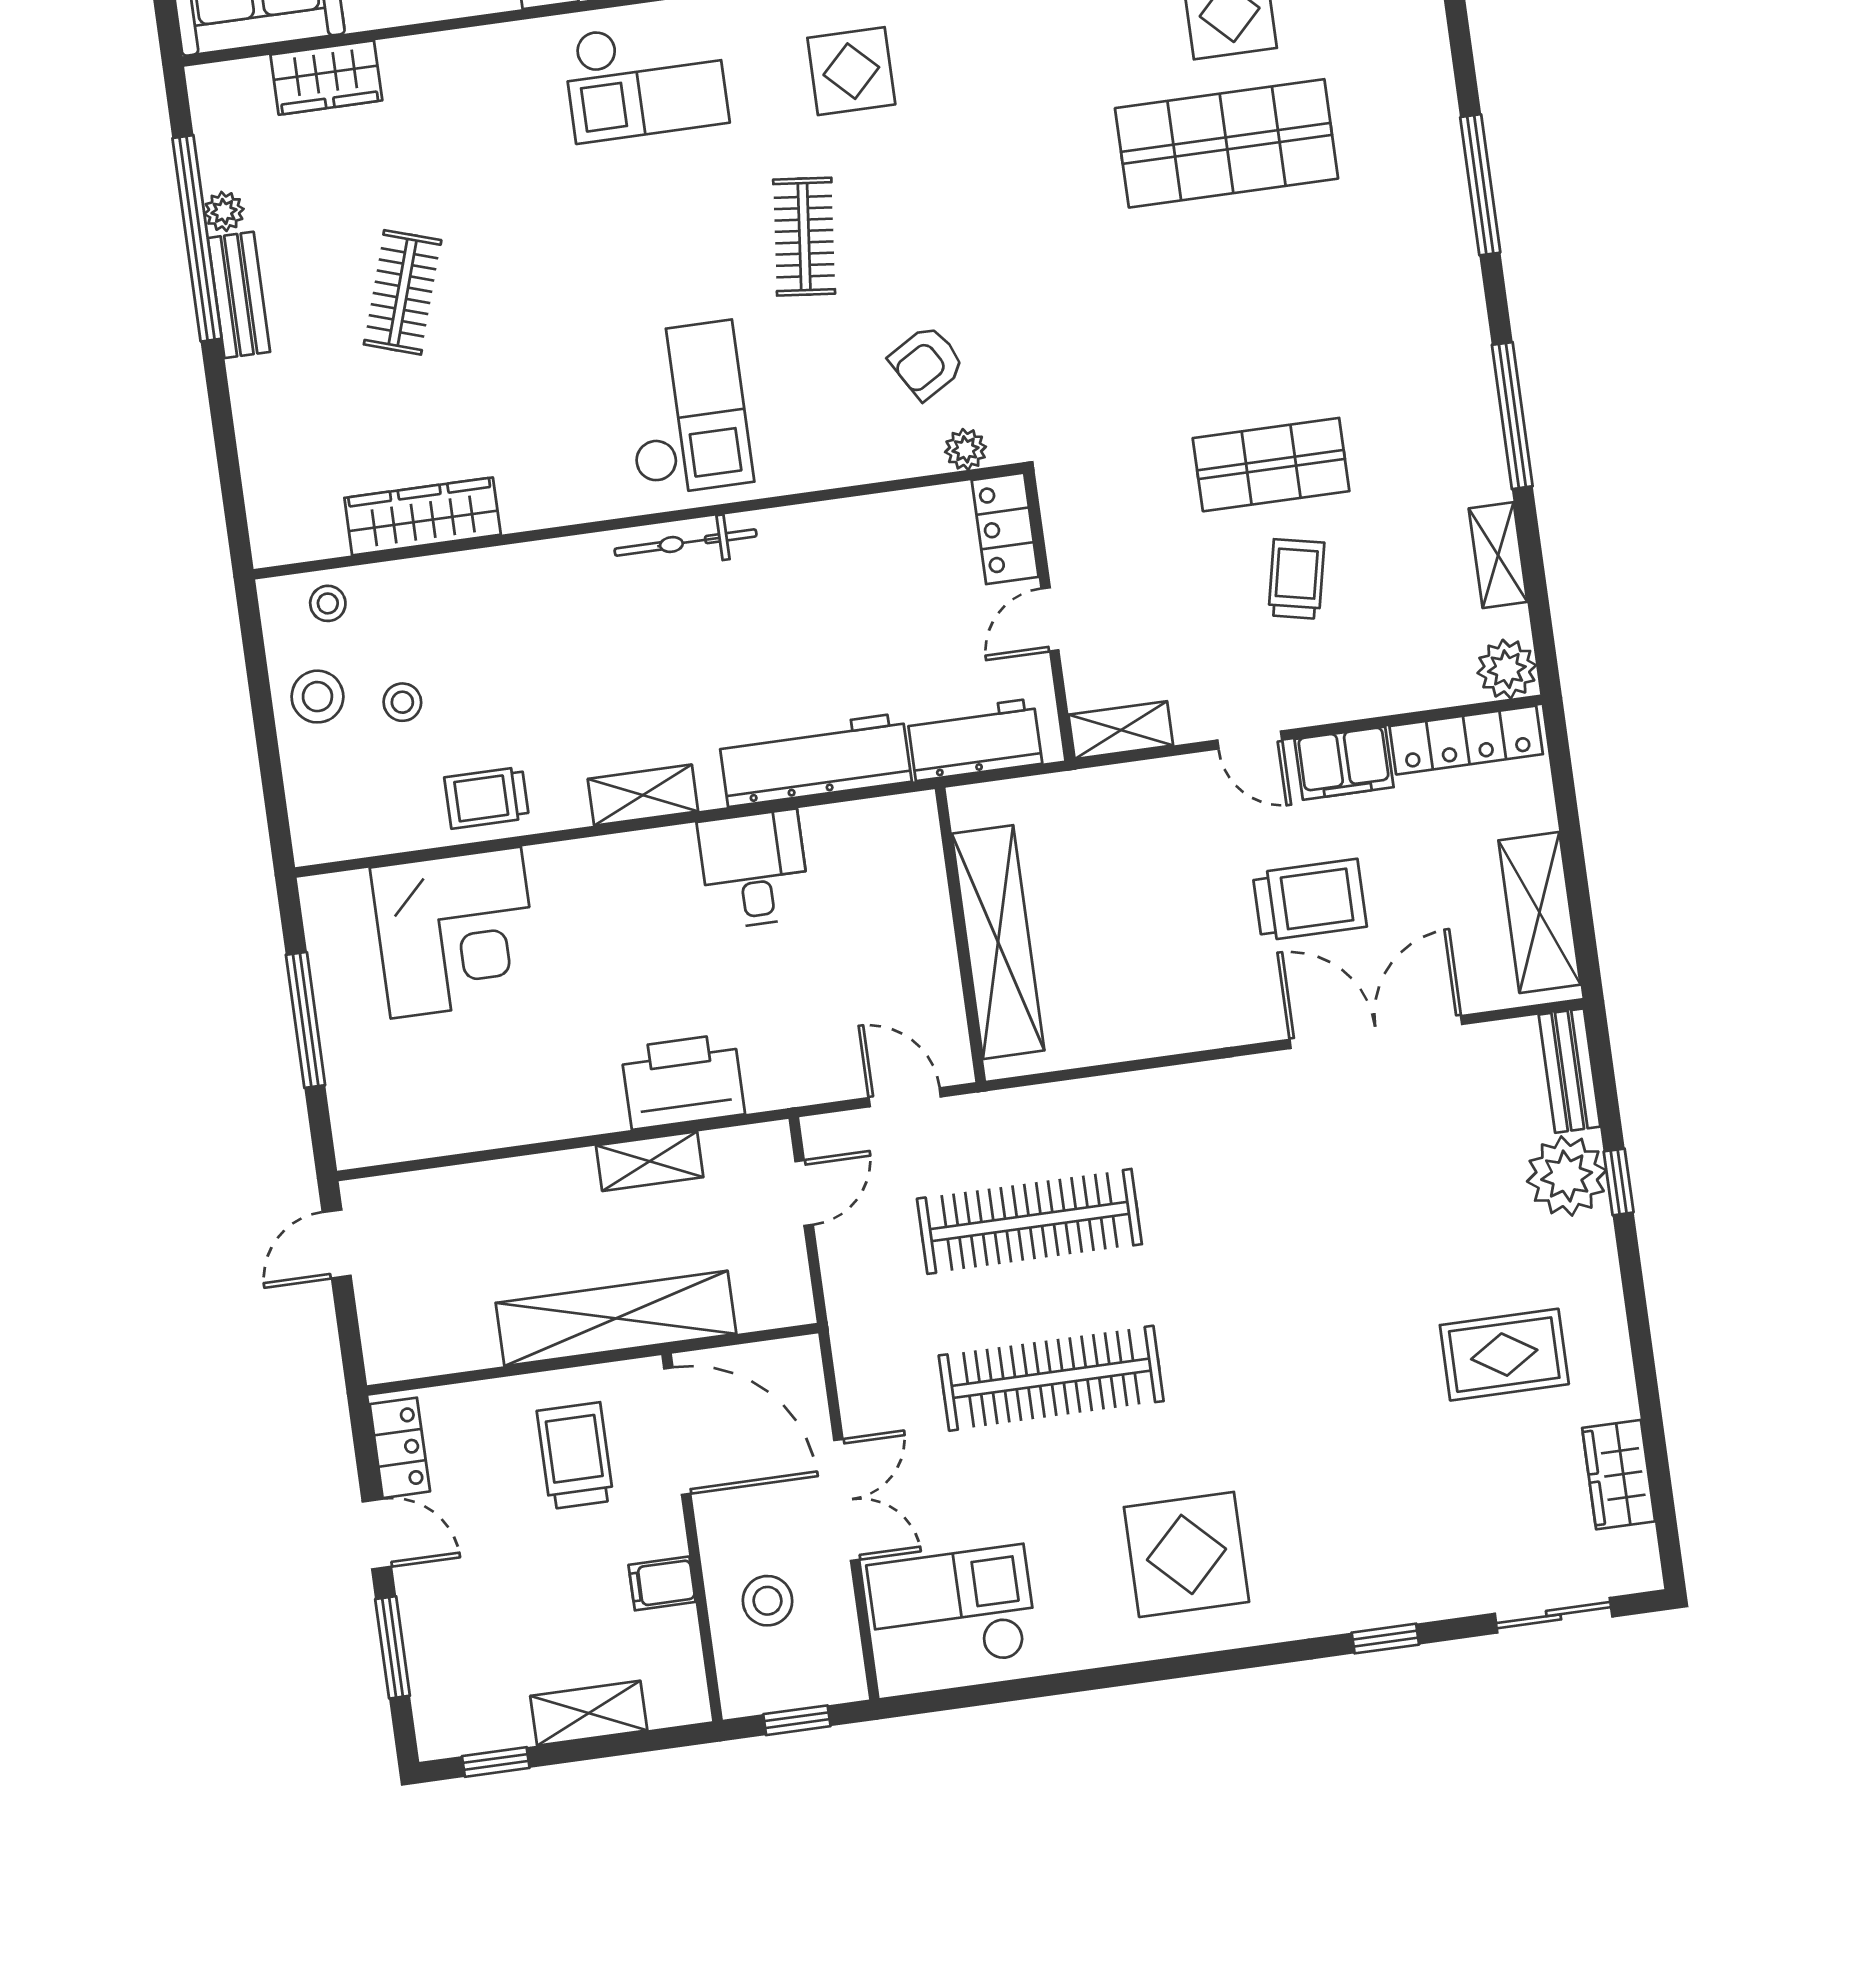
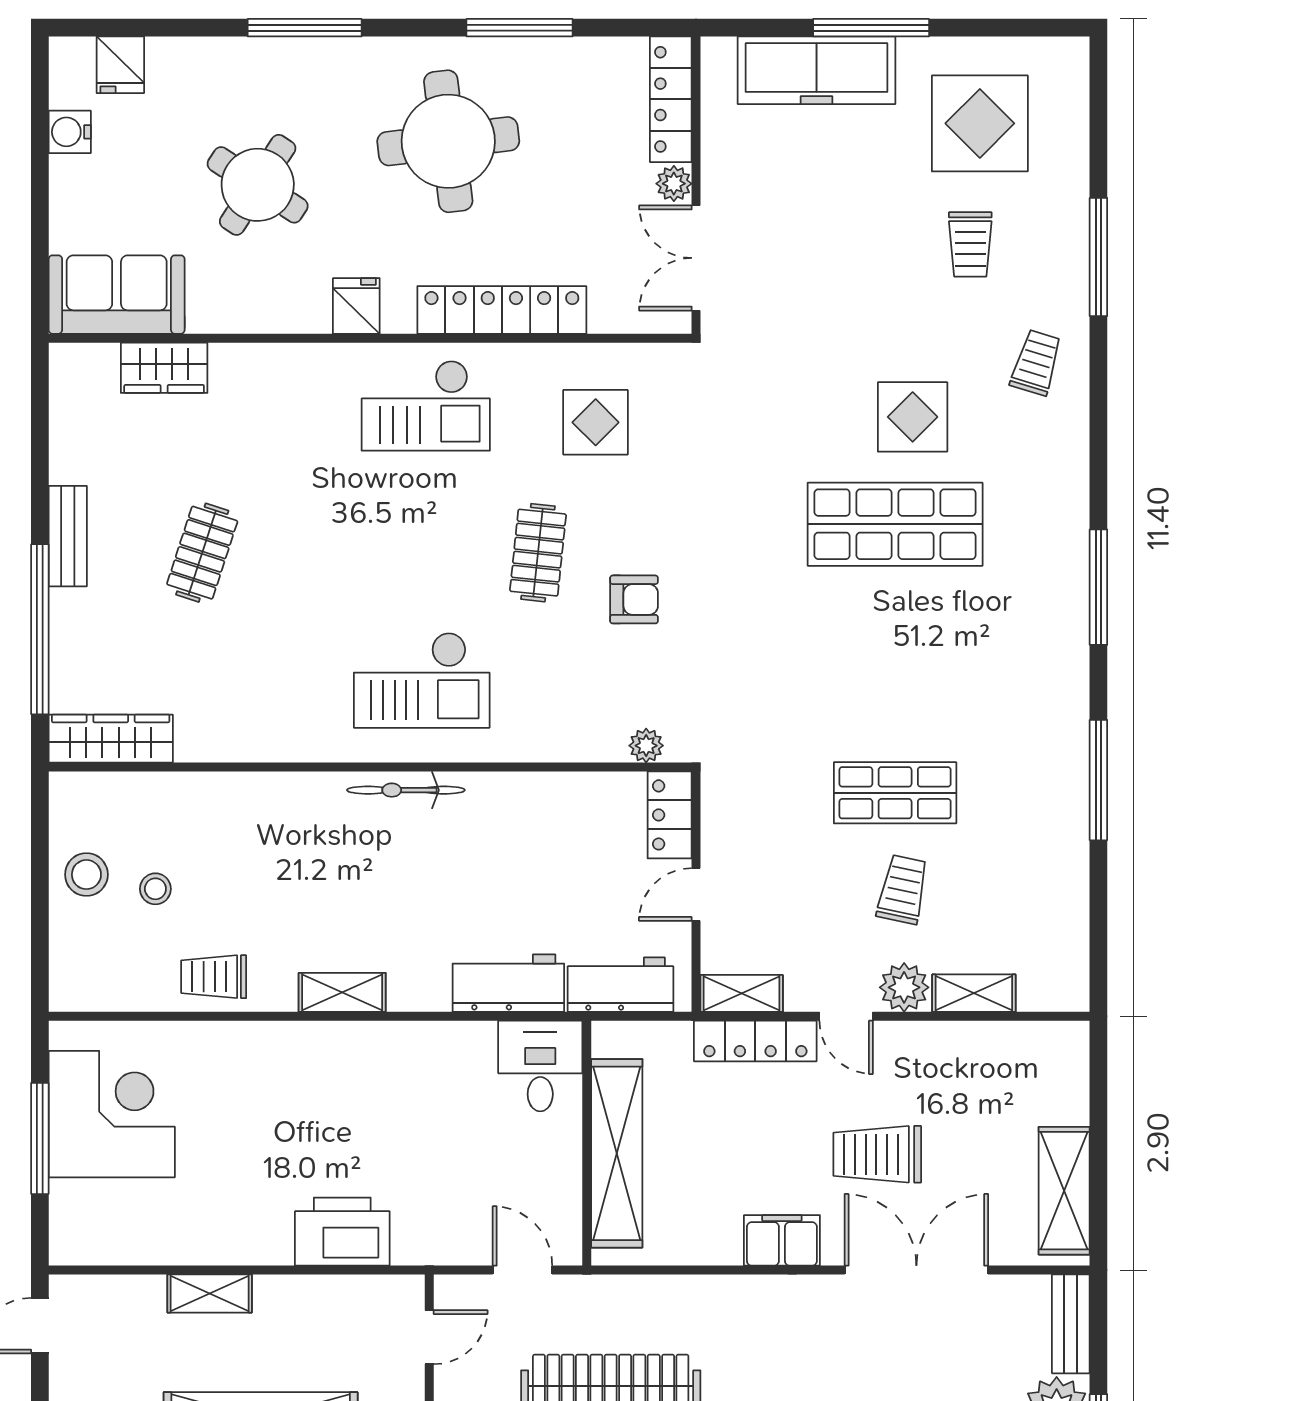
plant: (224, 211) -> (65, 466), removed
window: (197, 238) -> (40, 629), moved
armchair: (927, 363) -> (634, 599), moved, turned -149
checkout: (686, 408) -> (422, 680), turned 90
wardrobe: (423, 516) -> (111, 739), moved
shelving: (1498, 555) -> (974, 993), moved, turned 90
stool: (328, 603) -> (105, 799), removed
plant: (1507, 669) -> (904, 987), moved
locker: (1466, 740) -> (755, 1041), moved
workbench: (815, 760) -> (508, 983), width x0.73
filing cabinet: (1344, 763) -> (782, 1240), moved, turned 180
desk: (754, 869) -> (540, 1066), moved
trolley: (1310, 900) -> (877, 1154), turned 180
corner desk: (456, 933) -> (112, 1114), moved, turned -90
shelving: (650, 1161) -> (210, 1294), moved

